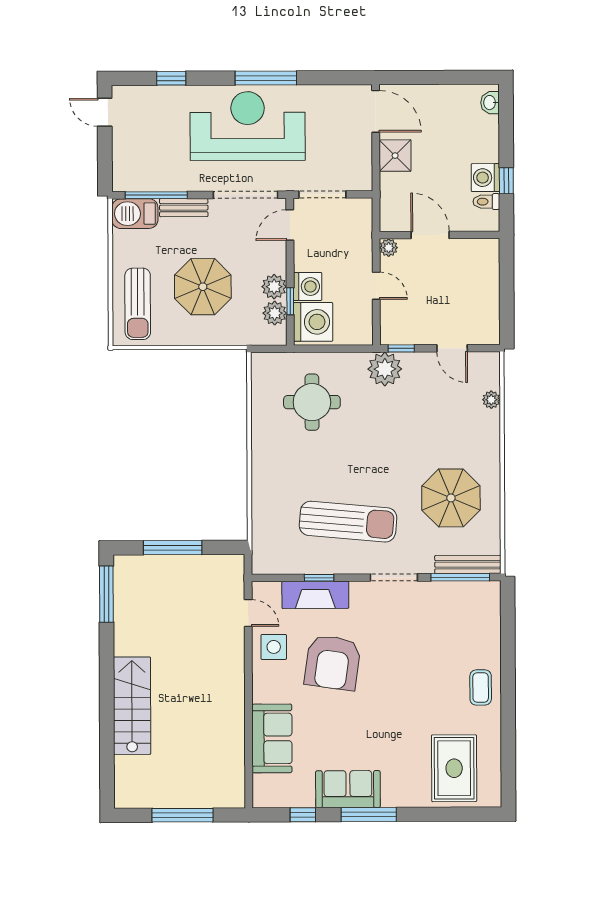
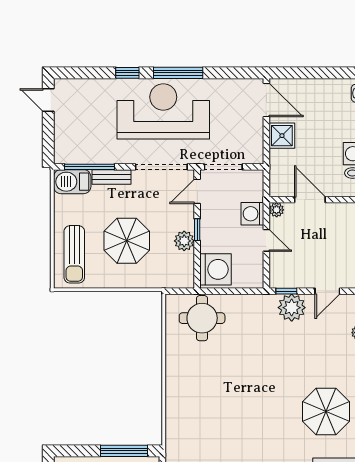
window: (171, 78) -> (127, 73), moved
washing machine: (308, 287) -> (252, 214), moved, turned 180
window: (290, 301) -> (197, 230), moved
plant: (275, 313) -> (185, 262), removed
door: (452, 348) -> (327, 291), hinge flipped
plant: (385, 369) -> (292, 308), moved
round table: (312, 402) -> (202, 318), moved
sun lounger: (348, 522) -> (243, 430), removed
window: (173, 548) -> (124, 451), moved

